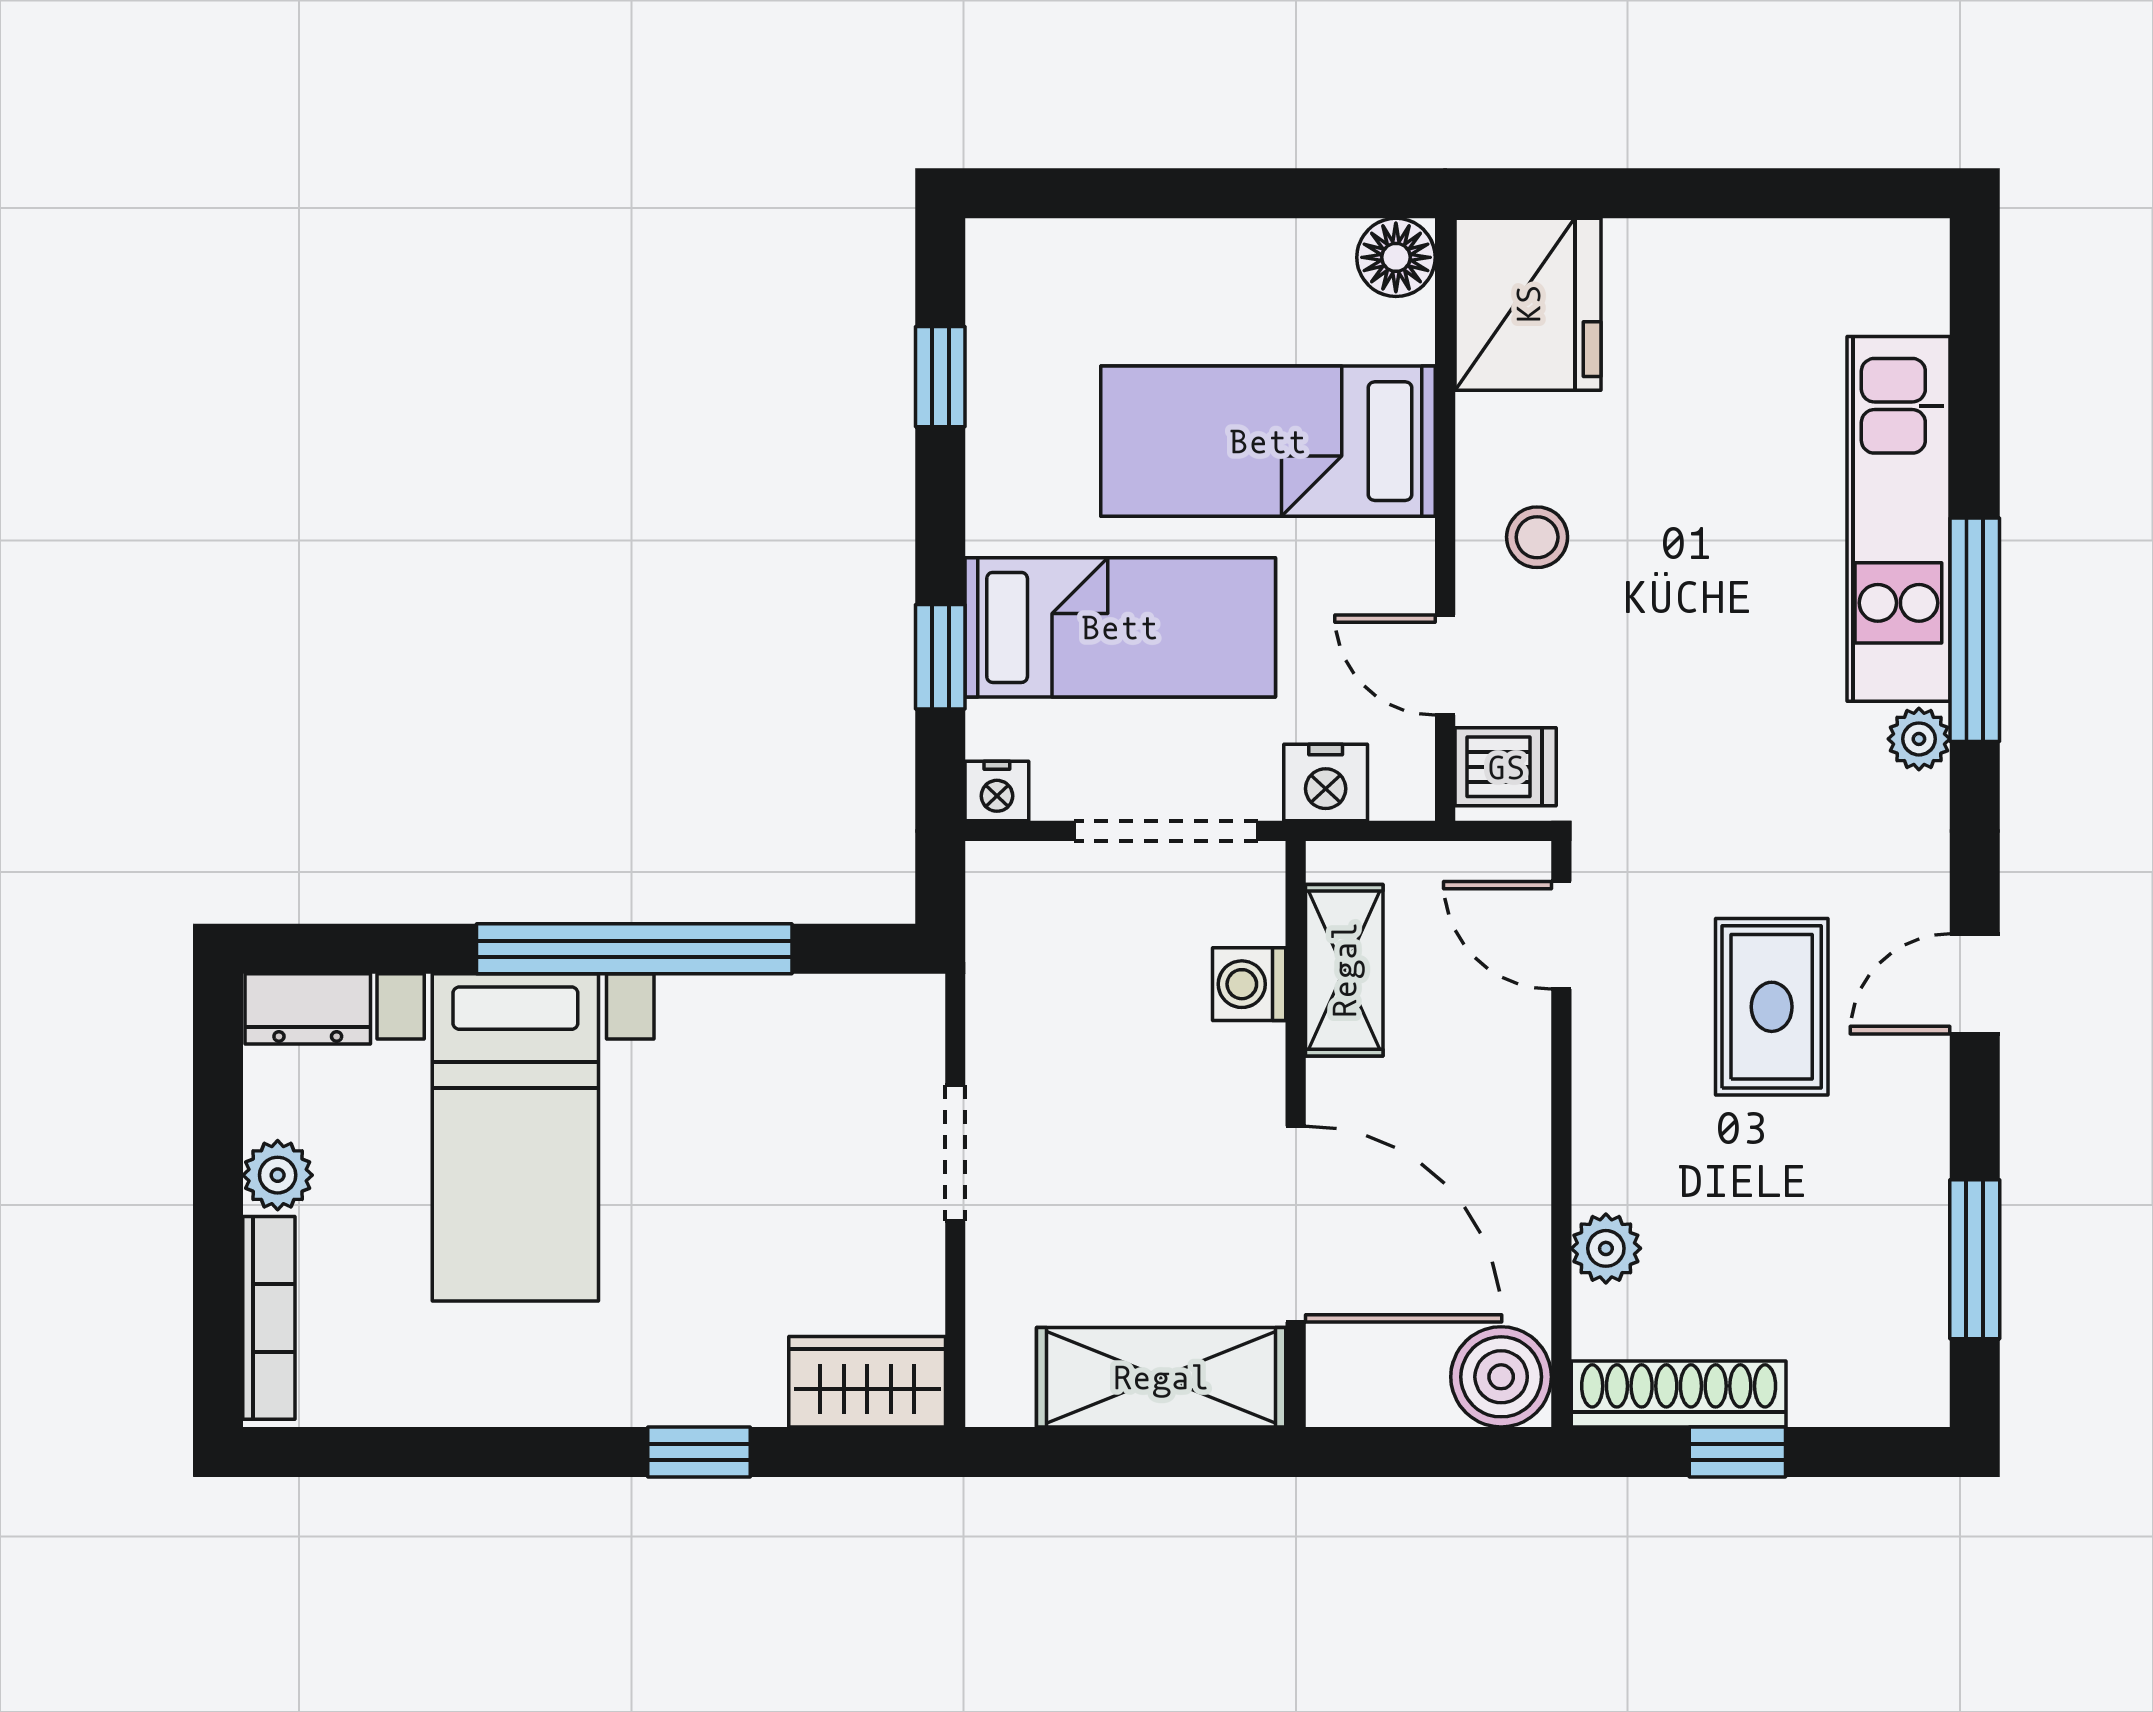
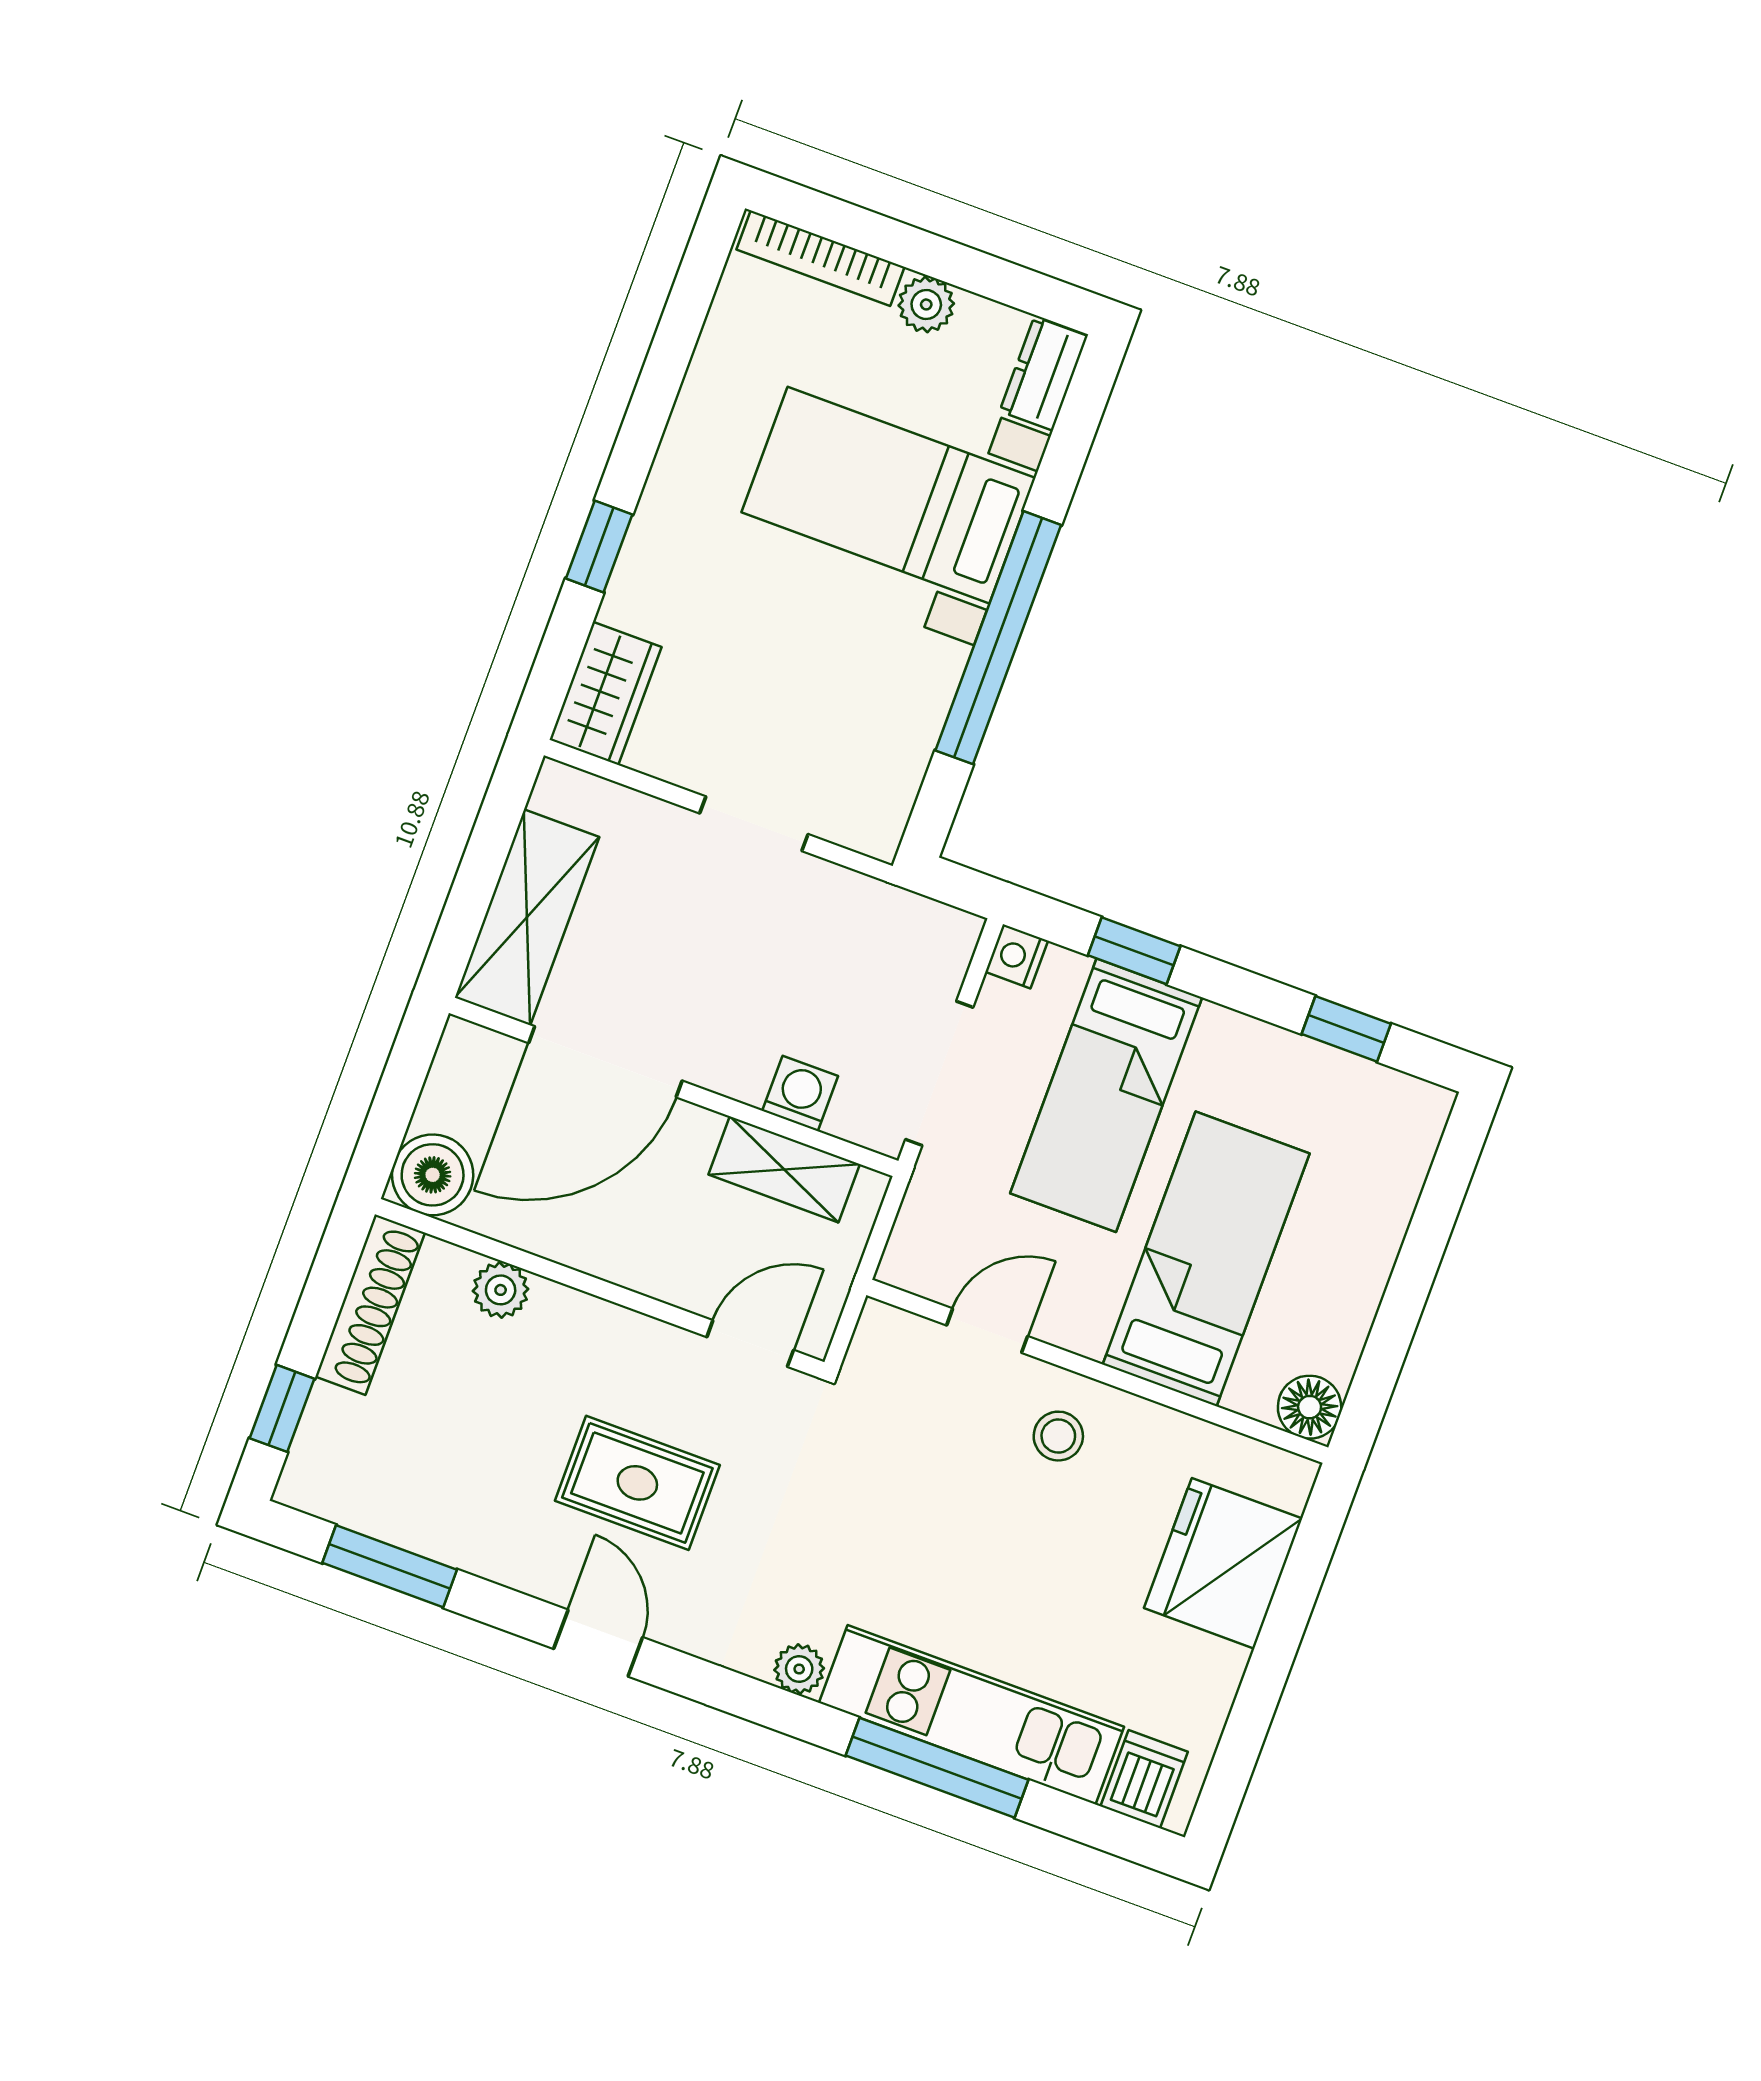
fridge: (1528, 304) -> (1223, 1563), moved, turned 90
window: (1975, 630) -> (937, 1768), moved
dishwasher: (1506, 767) -> (1144, 1779), moved, turned 180
nightstand: (1326, 783) -> (931, 1208), removed
window: (1737, 1452) -> (282, 1408), moved

